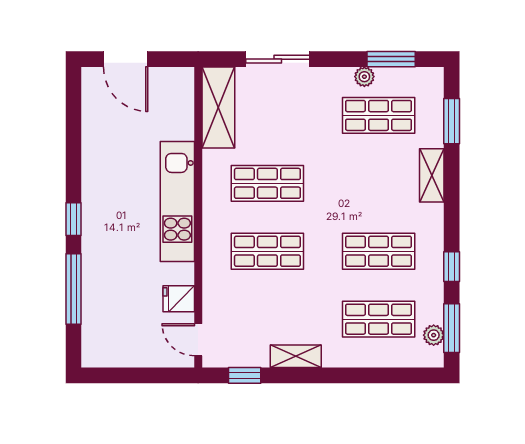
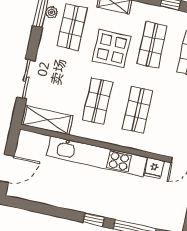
plant: (364, 77) -> (52, 12), moved
display table: (358, 187) -> (112, 49), added
kitchen unit: (177, 201) -> (97, 156), width x1.36

